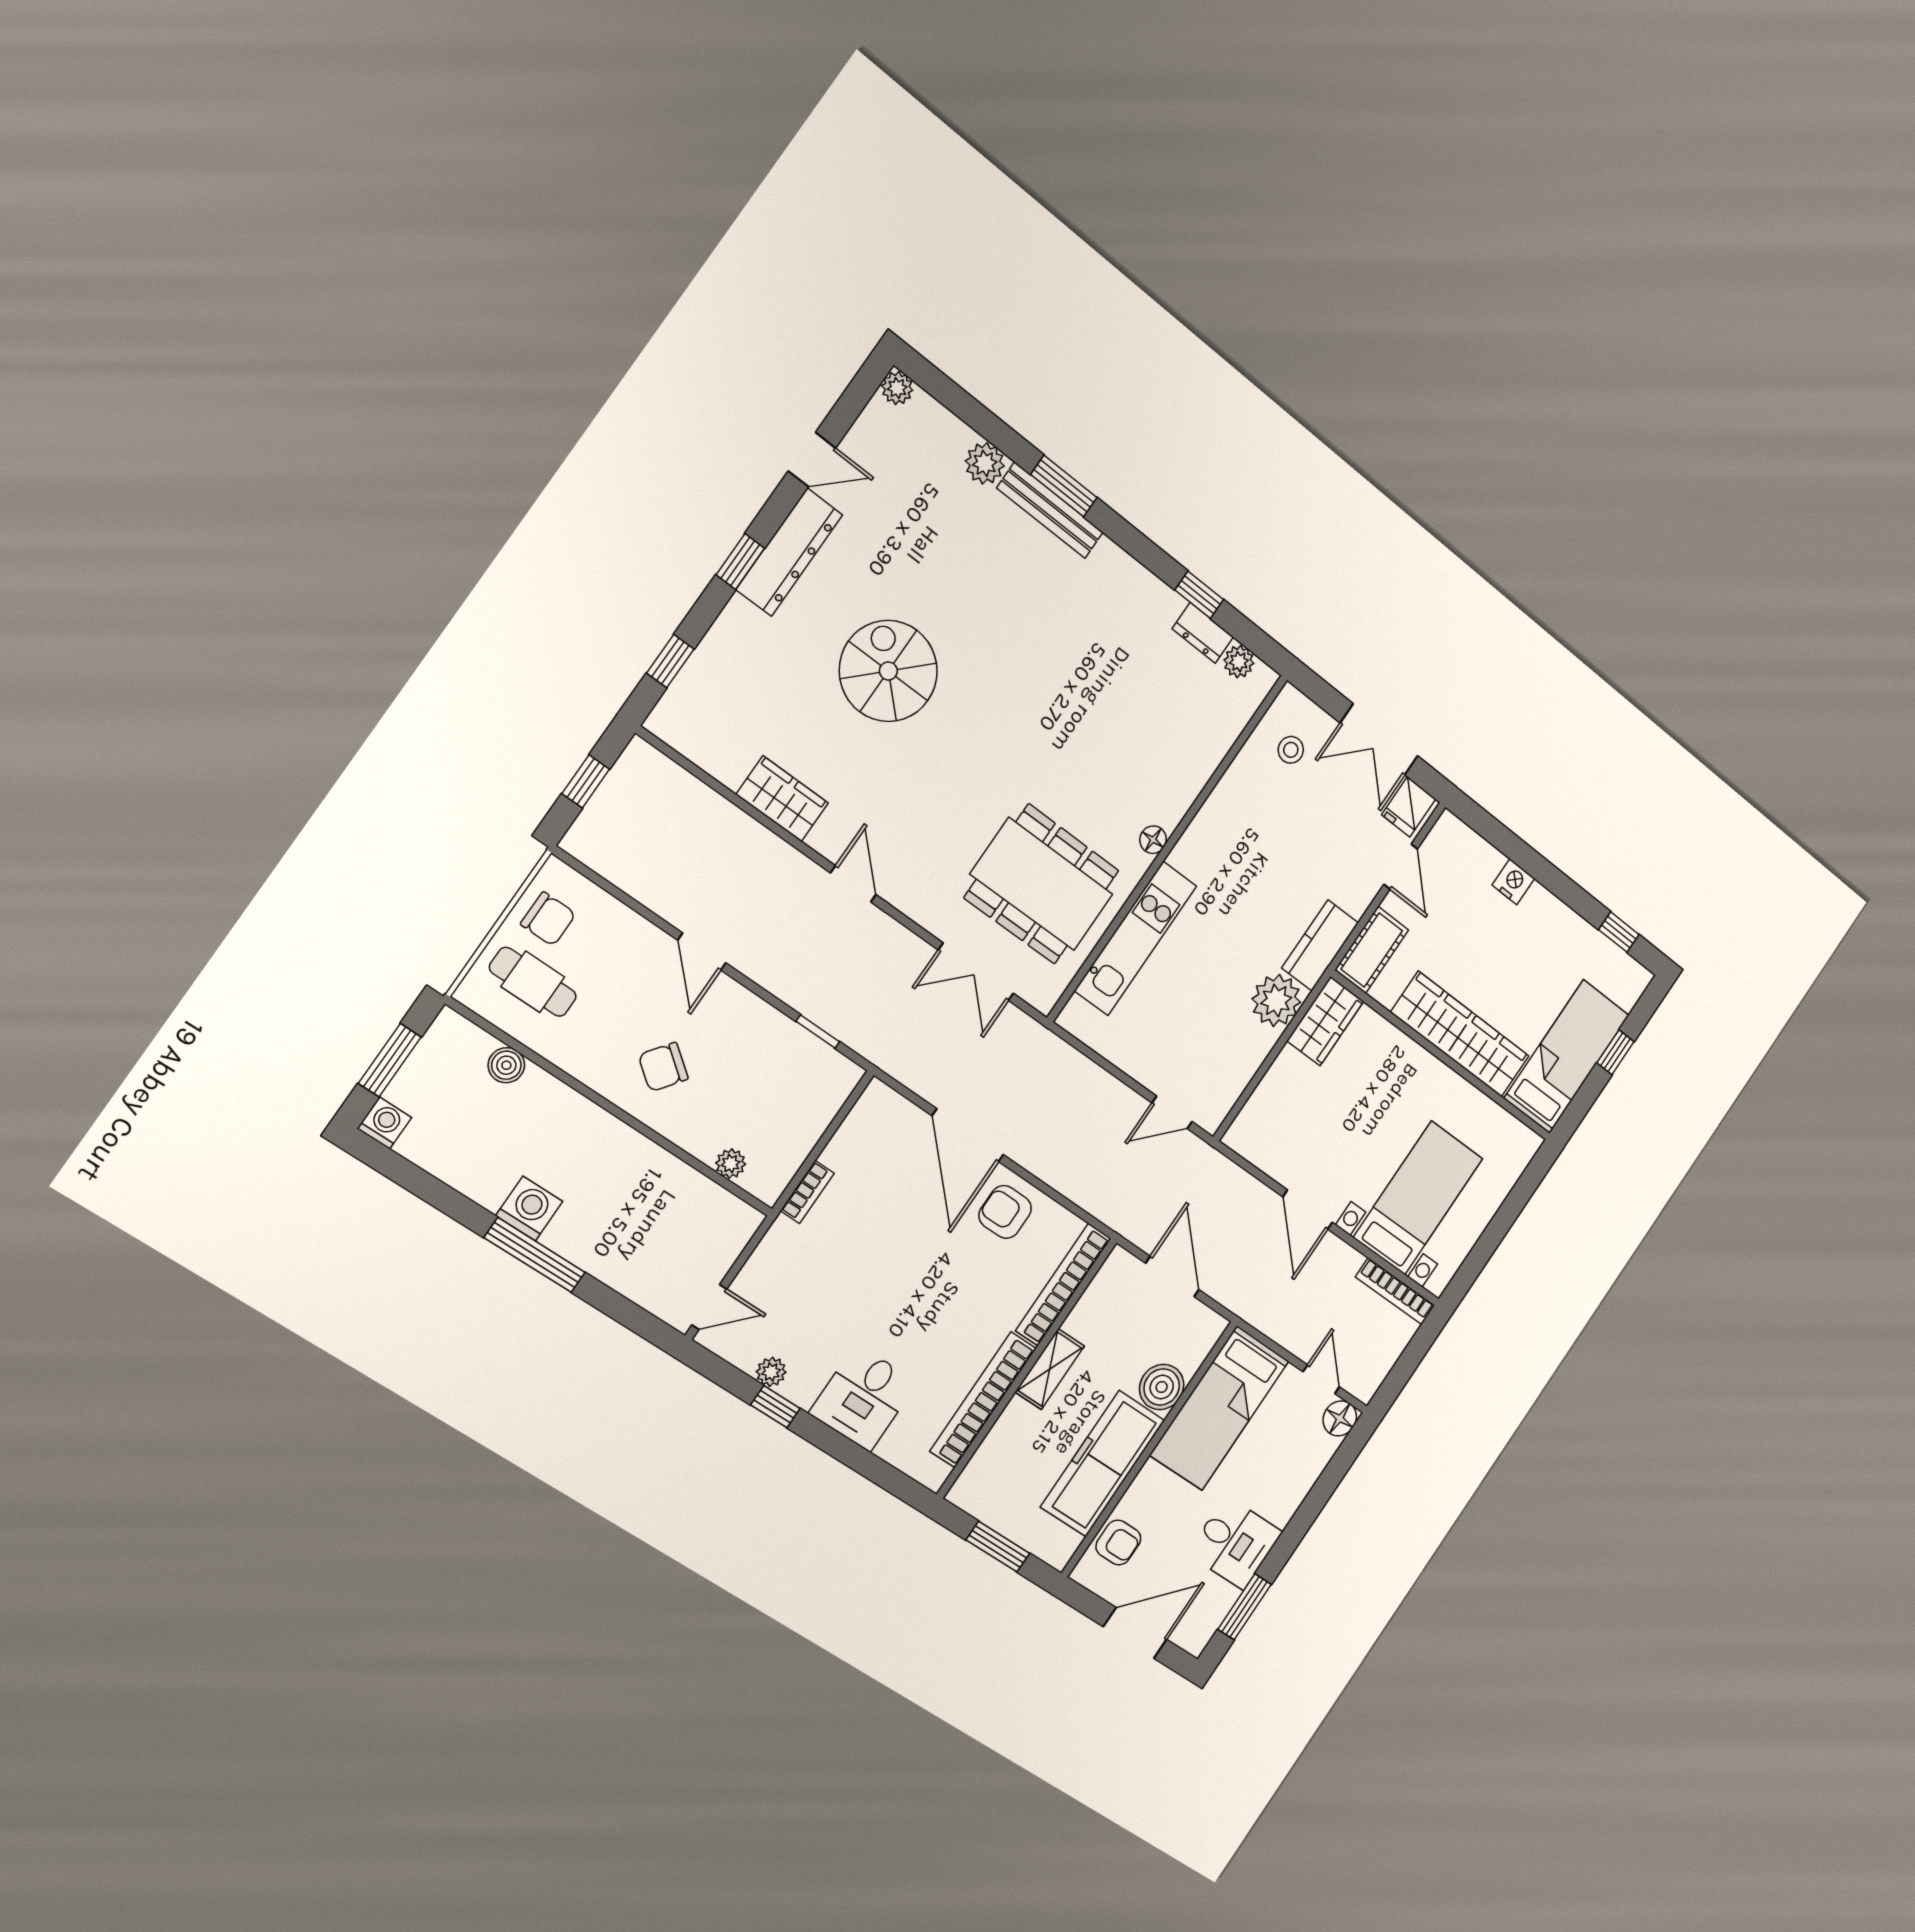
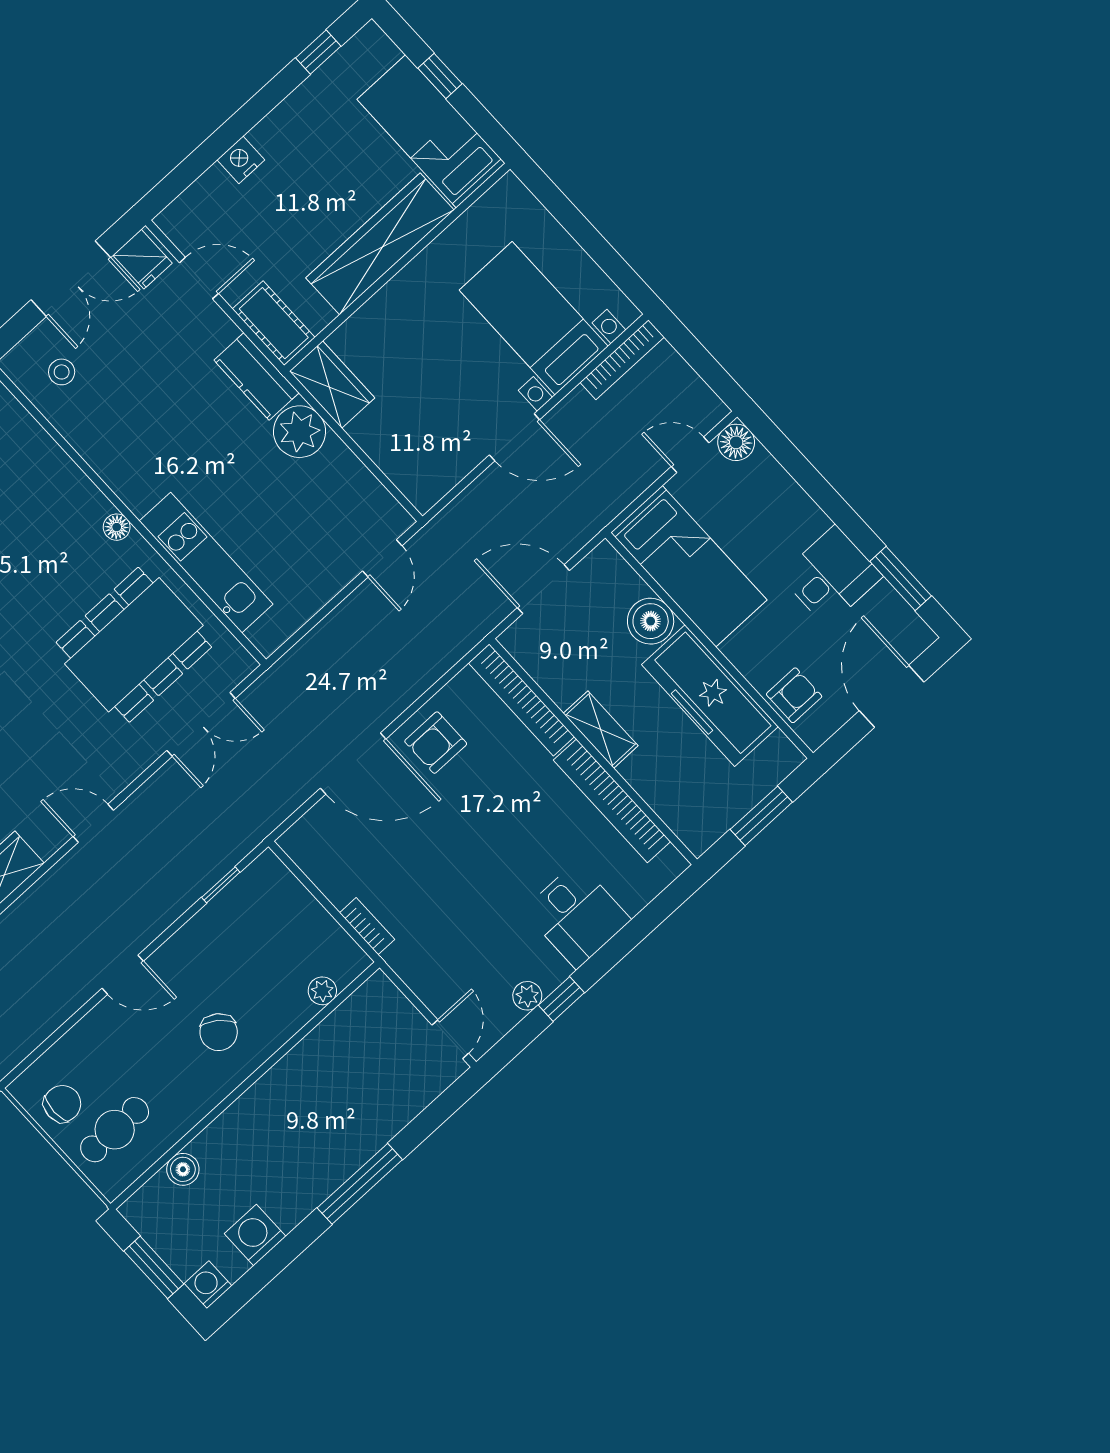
washing machine: (529, 1209) -> (255, 1235), moved

